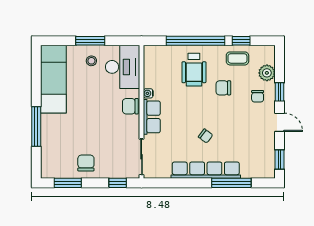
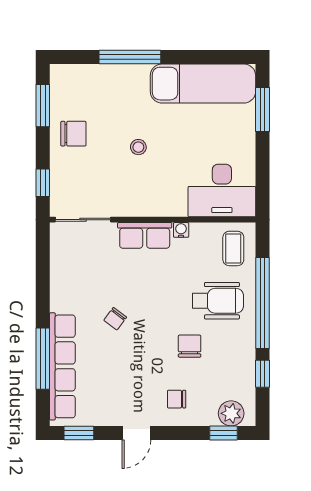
window: (90, 41) -> (262, 110), moved
coffee table: (237, 58) -> (233, 248), moved
stool: (91, 61) -> (138, 147), moved
wheelchair: (194, 70) -> (218, 301), turned 180
plant: (267, 73) -> (231, 413), moved
window: (280, 92) -> (223, 433), moved
chair: (130, 106) -> (161, 202), removed
row of seats: (206, 170) -> (62, 366), moved

